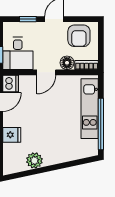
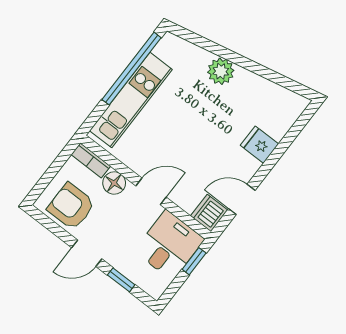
armchair: (79, 36) -> (71, 206), turned -90
plant: (34, 160) -> (221, 71), moved

